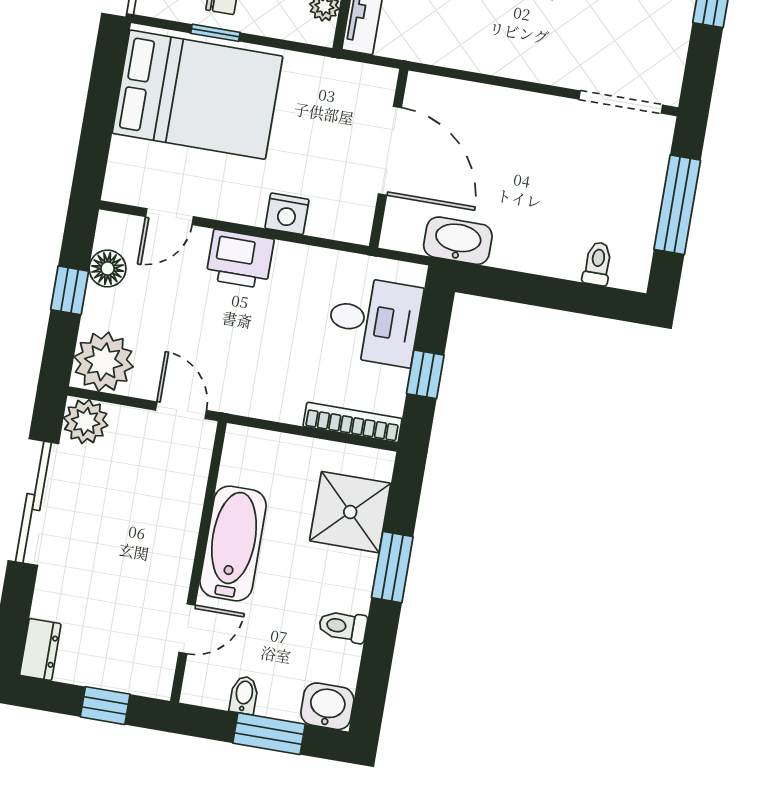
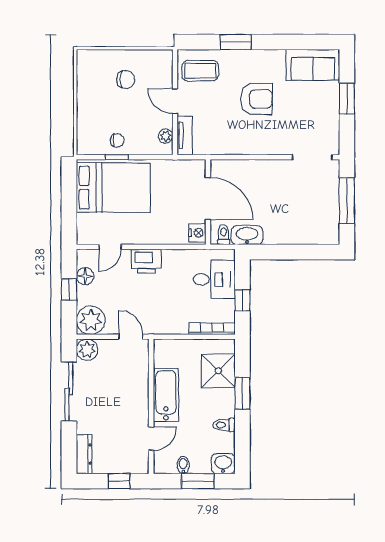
nightstand: (287, 214) -> (197, 233), moved, turned -90
toilet: (597, 264) -> (224, 235), moved
dresser: (40, 650) -> (84, 454), width x1.44

